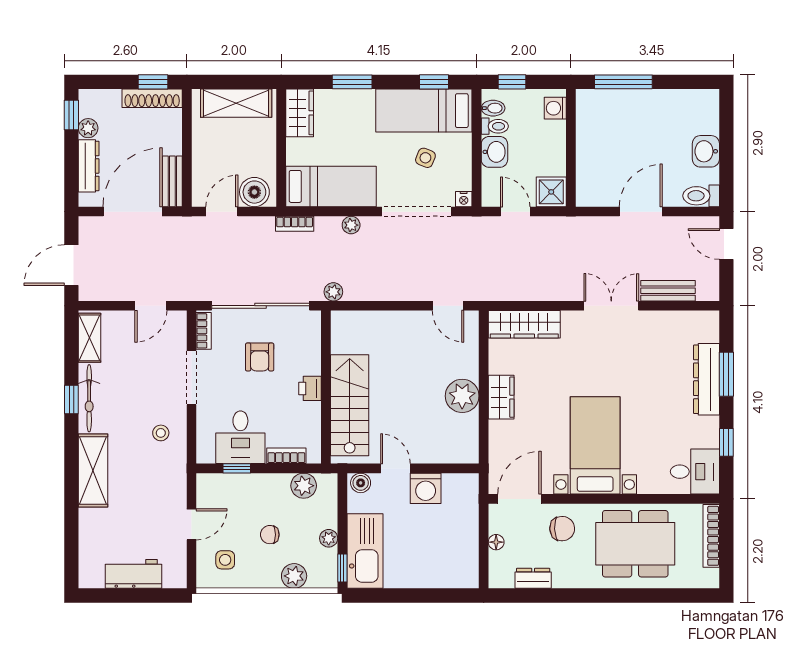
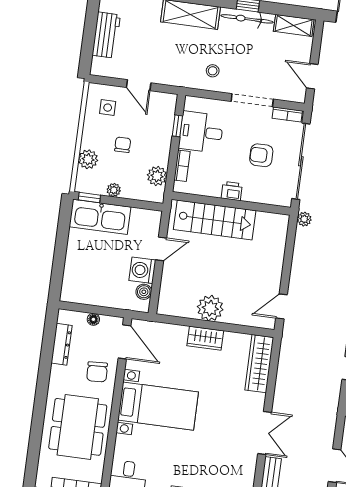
boiler: (361, 483) -> (144, 292), moved
dresser: (533, 578) -> (62, 344), width x1.44

